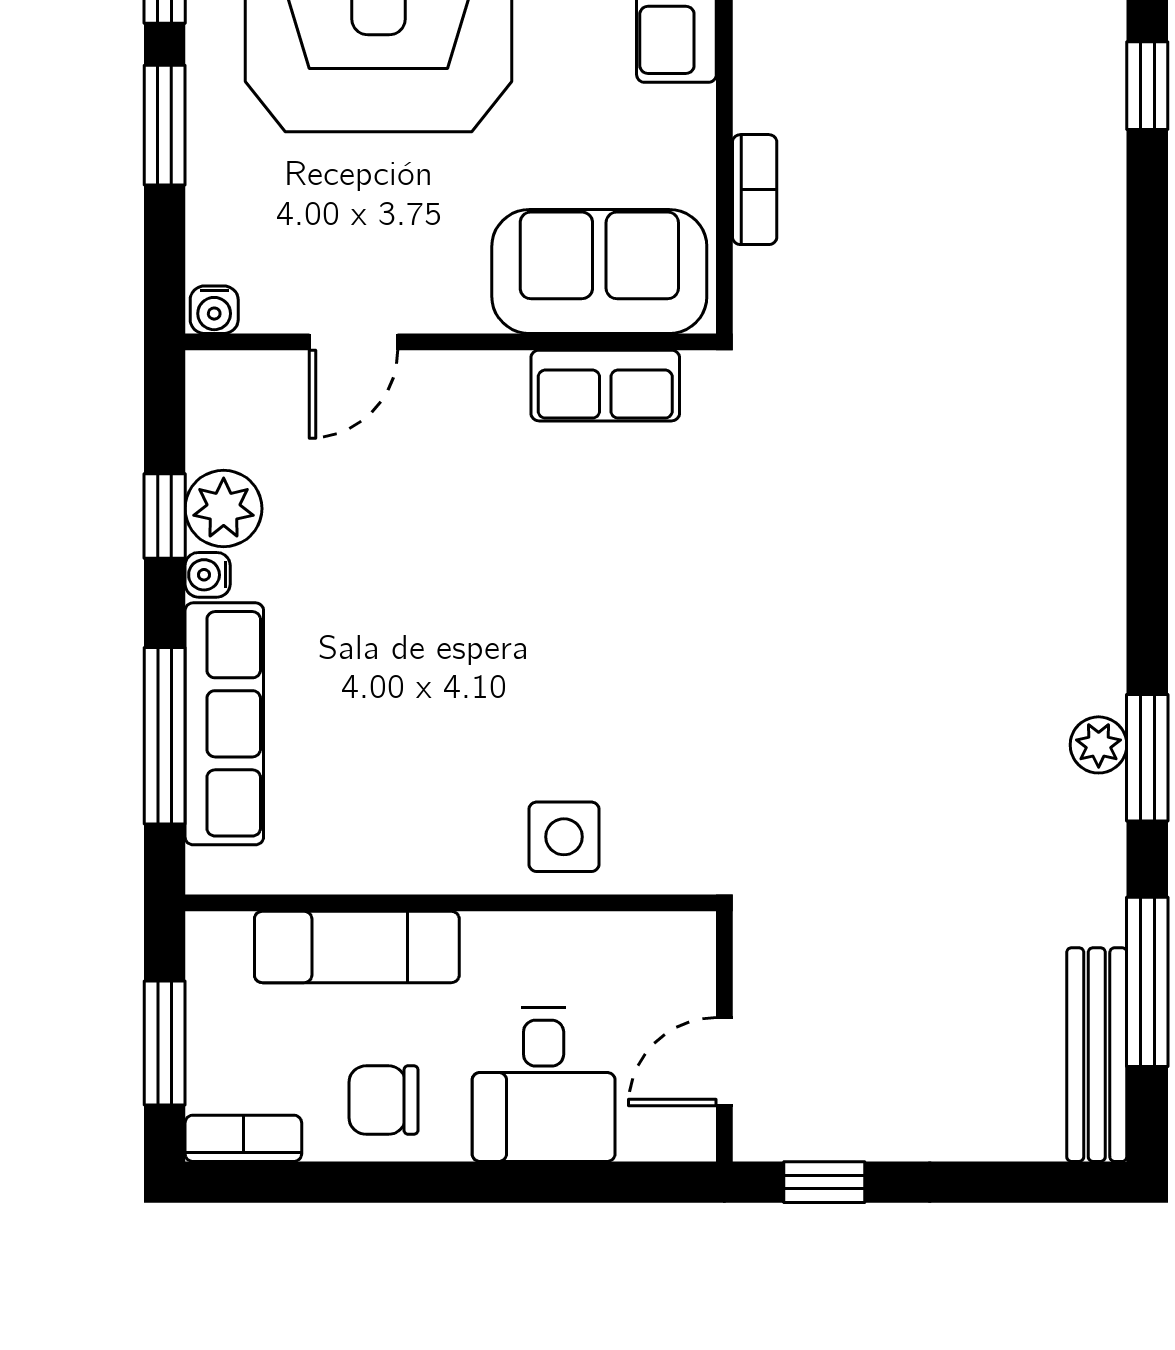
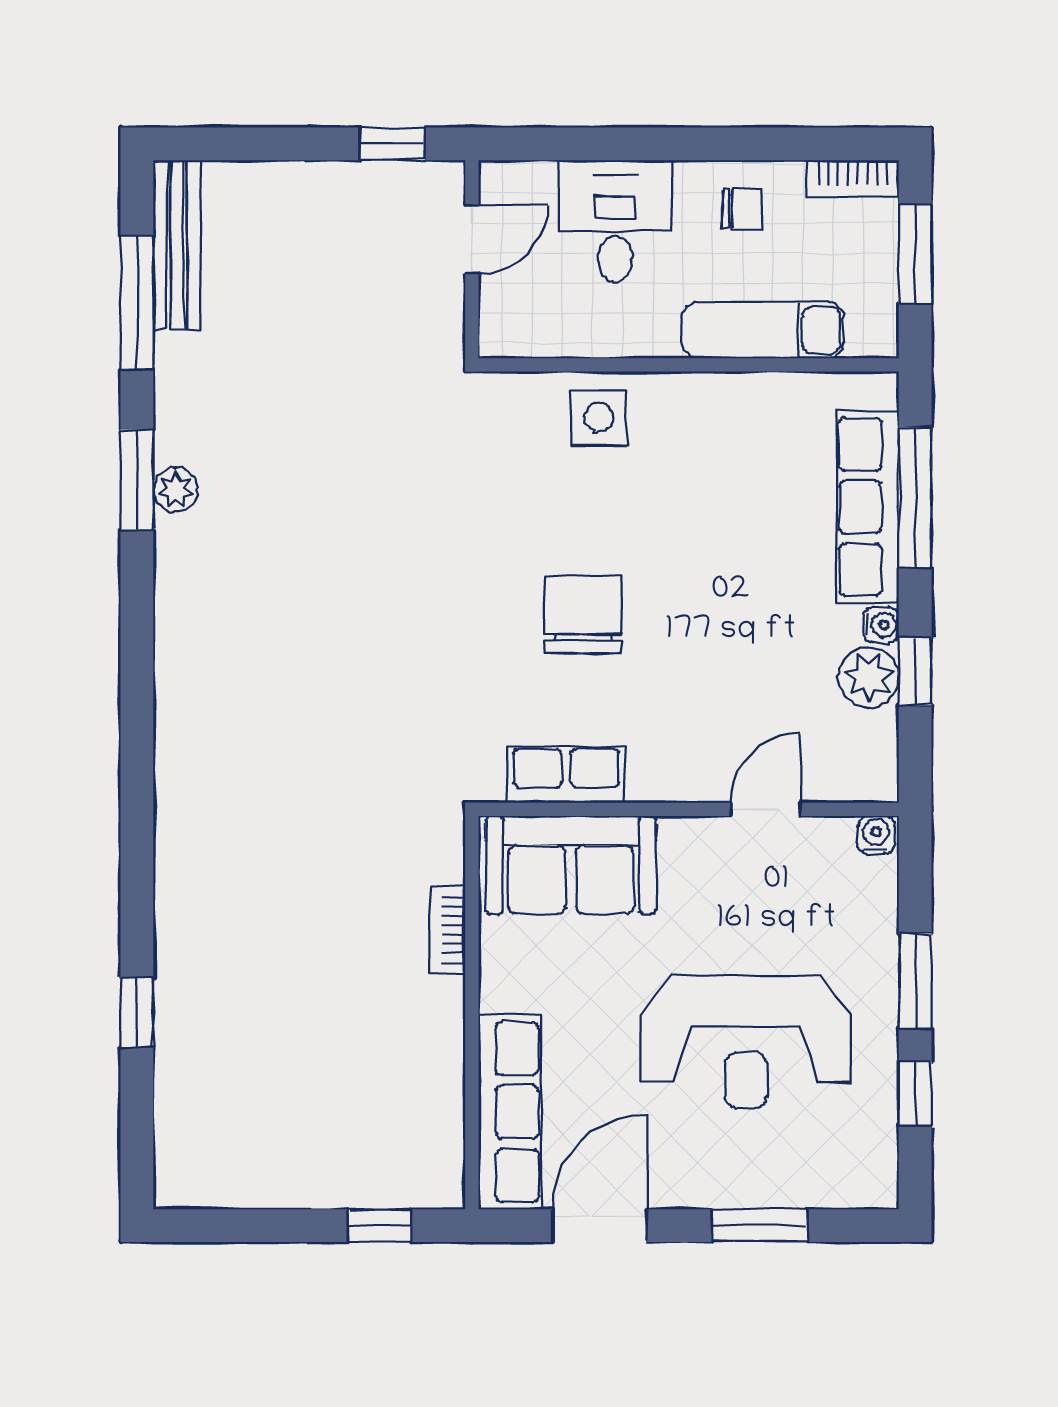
chair: (584, 588) -> (583, 614), added
chair: (383, 1100) -> (742, 209), width x0.73, depth x0.73

